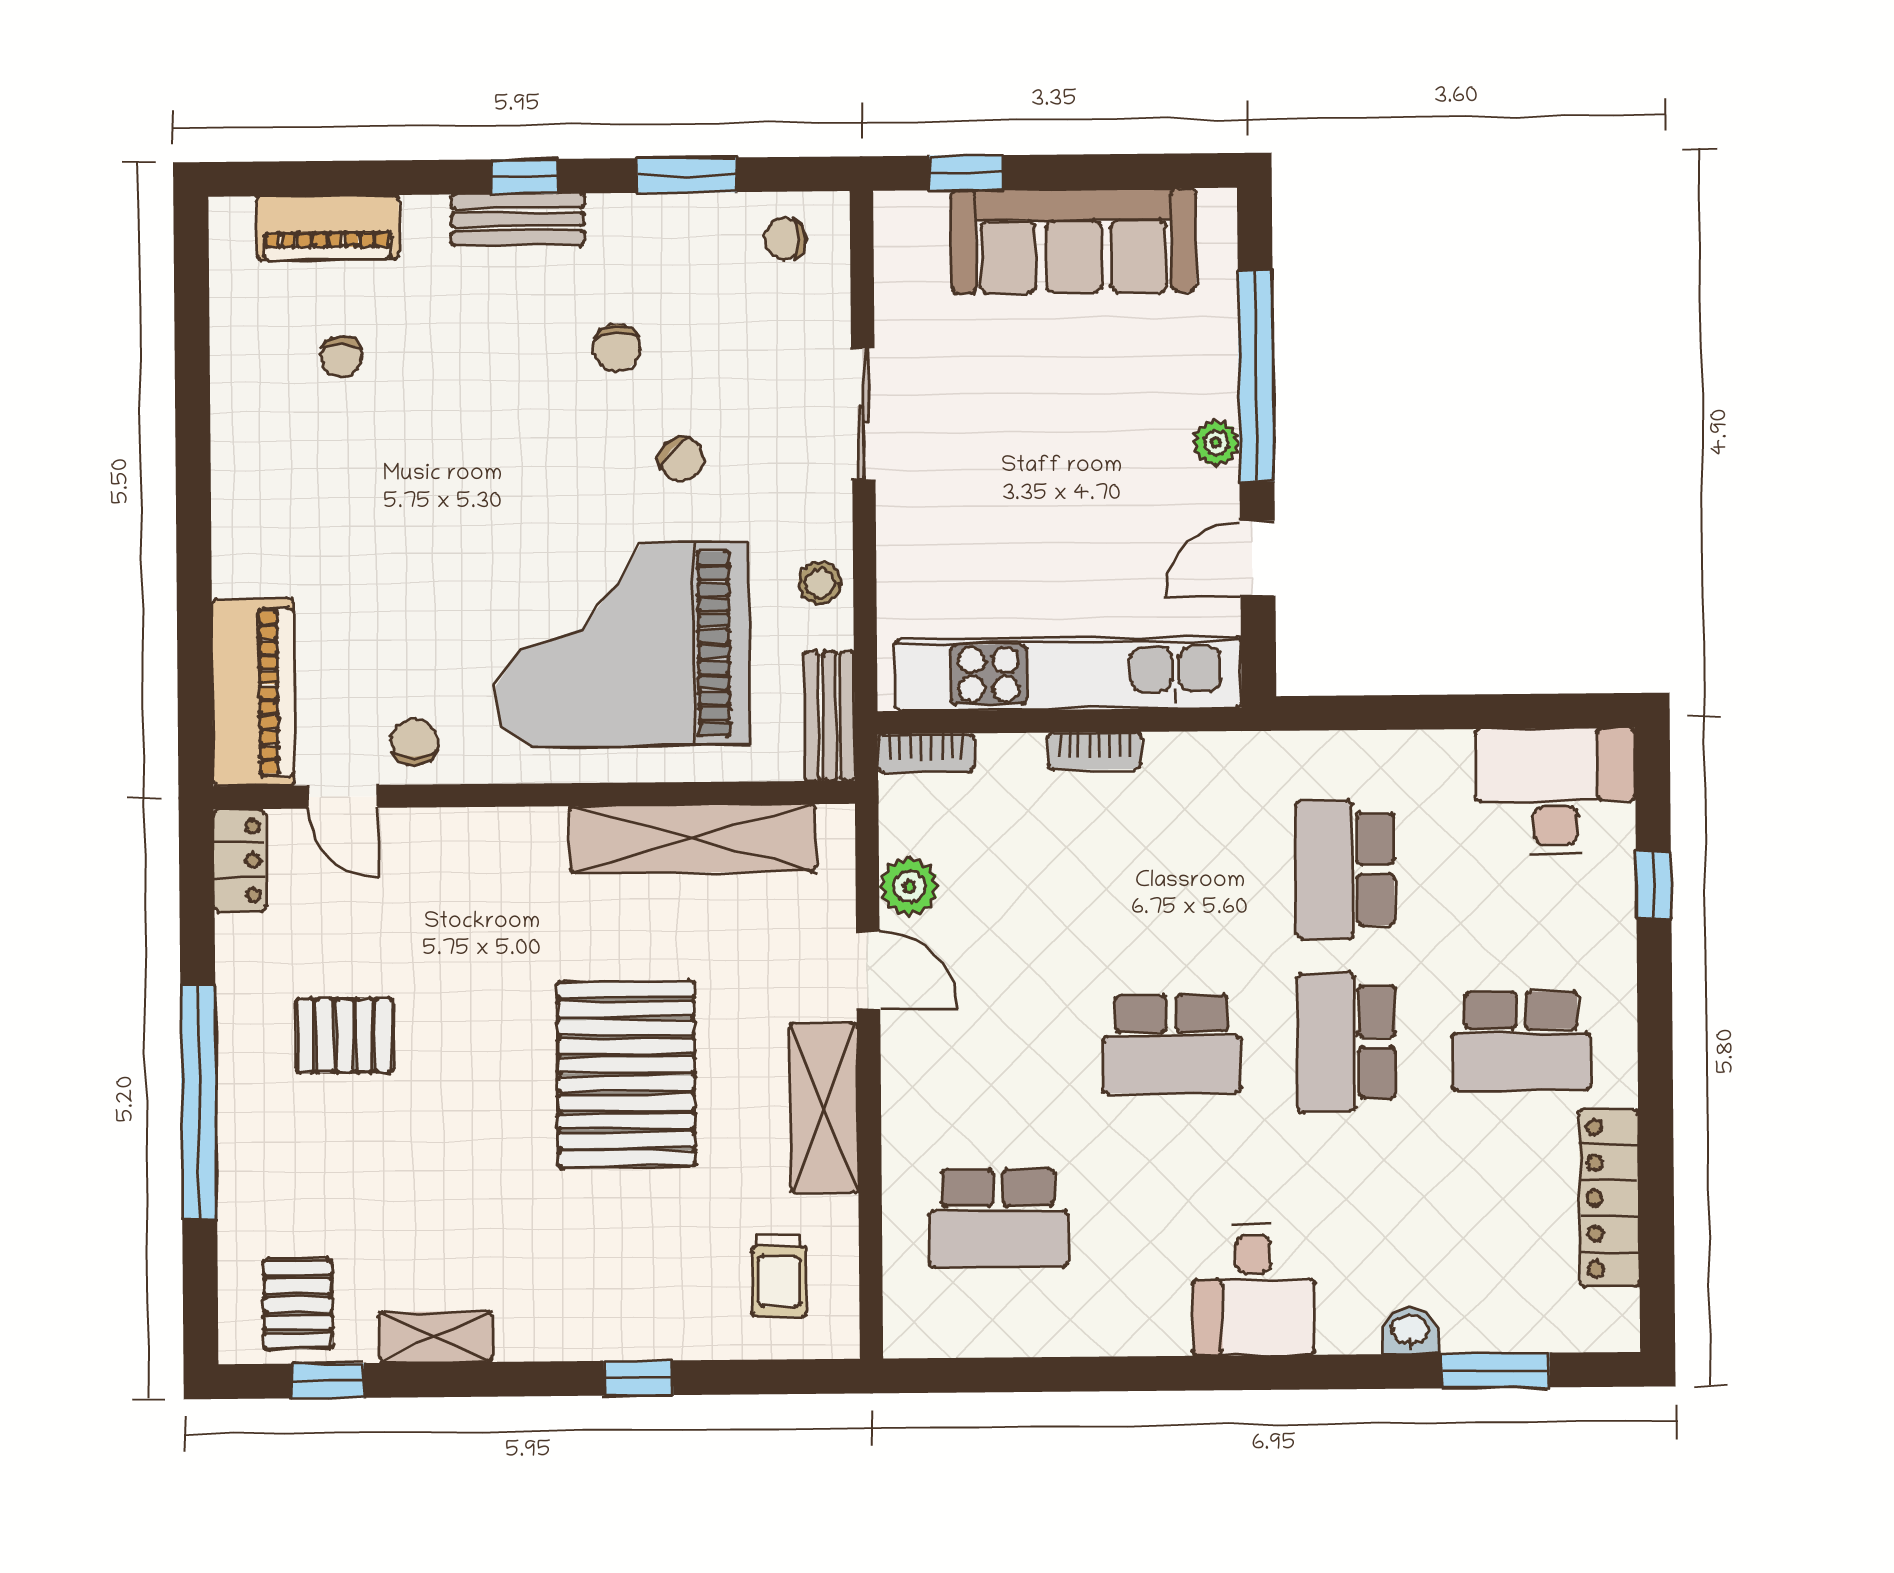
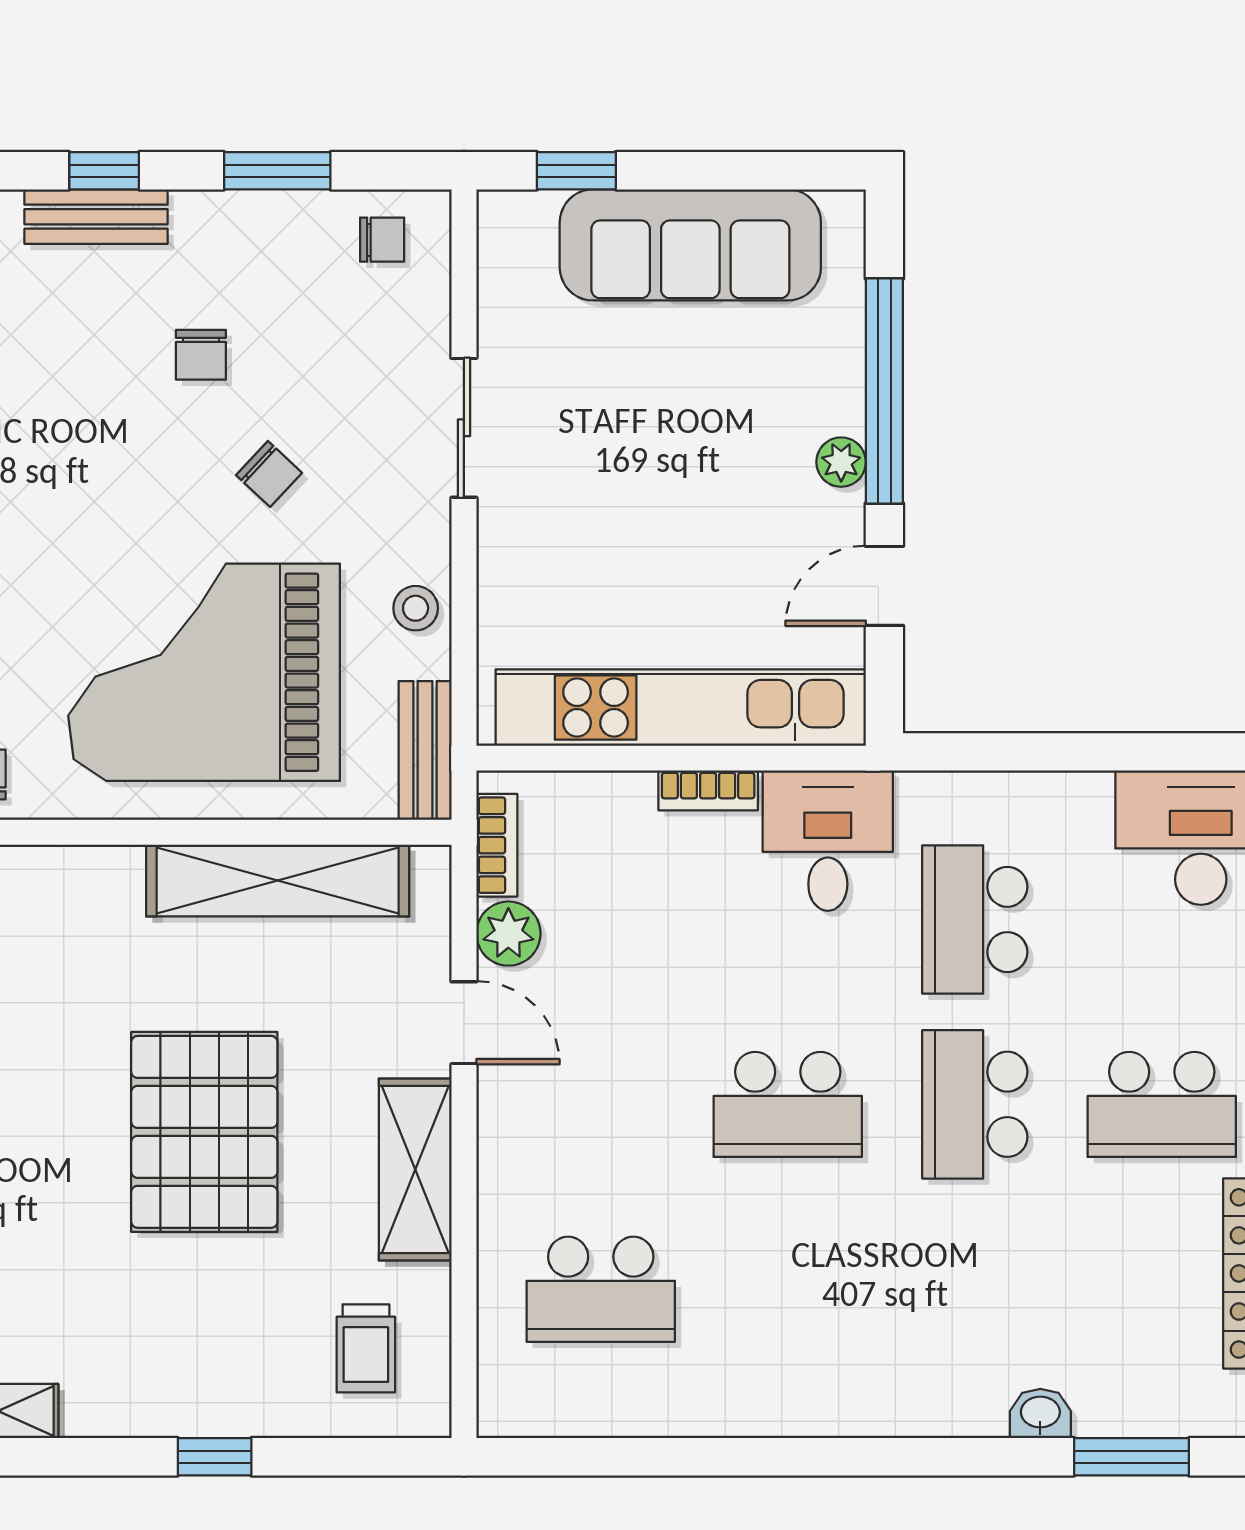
chair: (785, 239) -> (382, 240), turned 180
bookcase: (926, 753) -> (497, 845), moved, turned -90
desk: (1254, 1290) -> (828, 841), moved, turned 180

